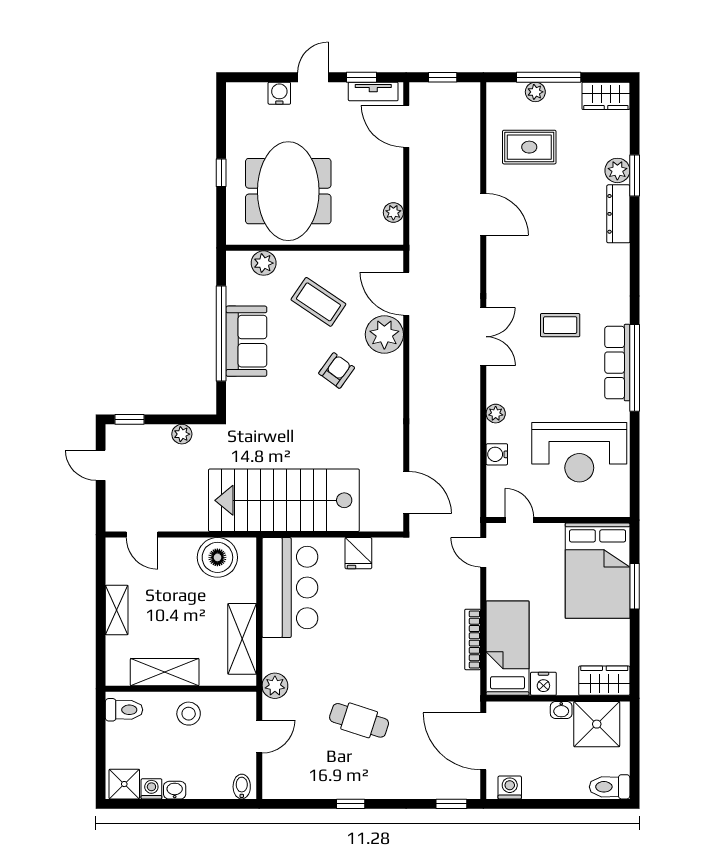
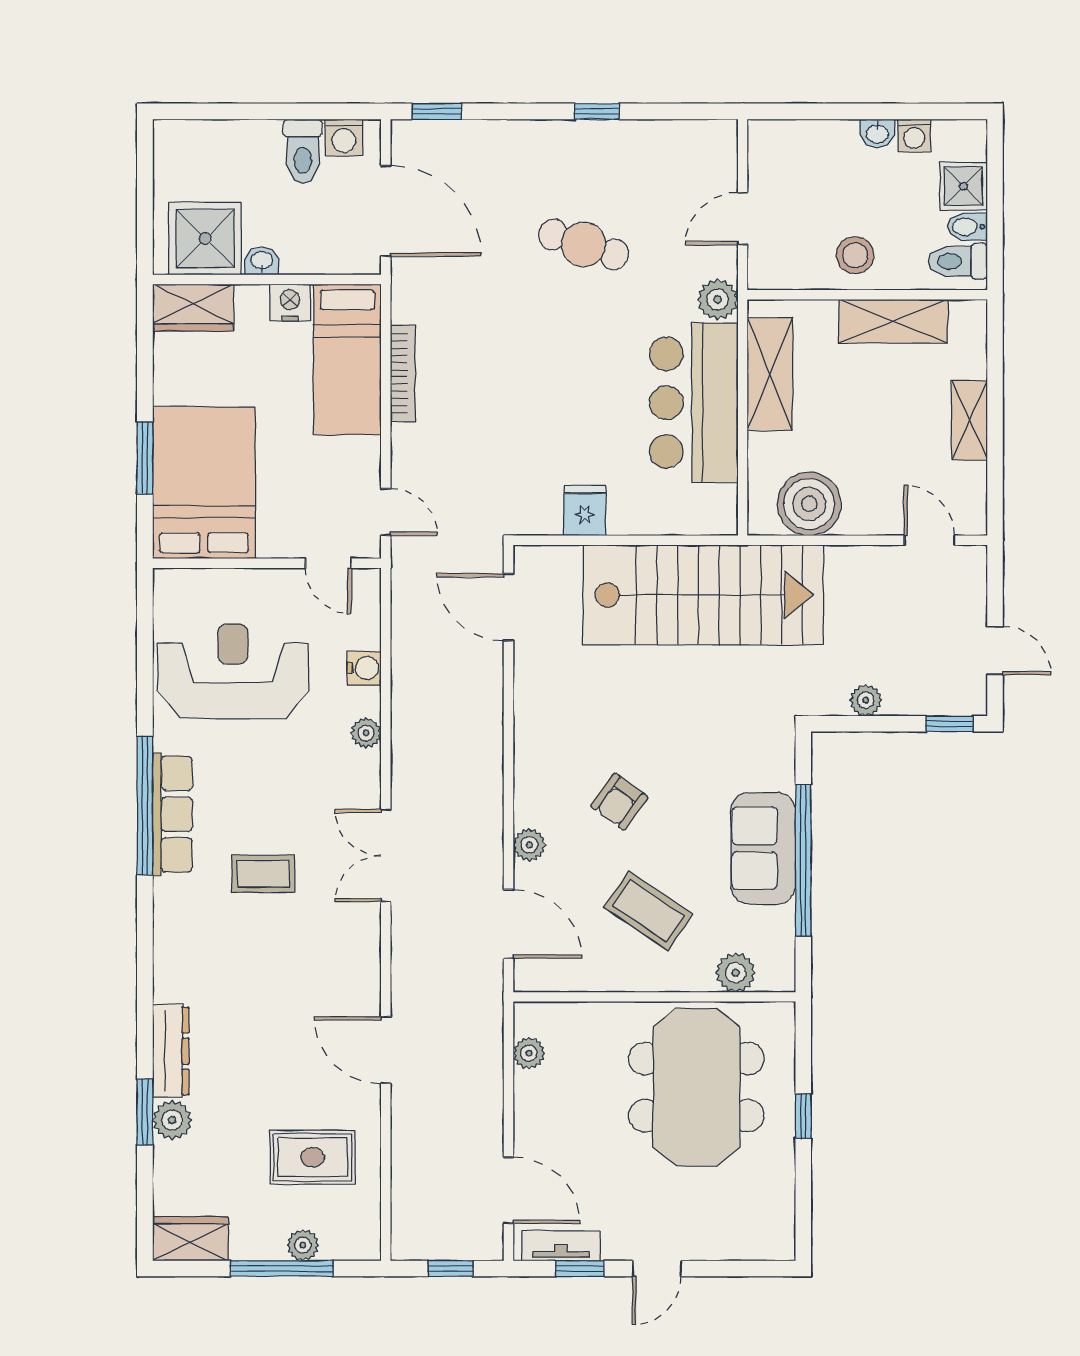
water cooler: (279, 93) -> (711, 1243), removed
plant: (384, 334) -> (529, 845), width x0.53, depth x0.53
bar counter: (290, 588) -> (694, 403), moved
shower: (124, 784) -> (963, 186), moved
bidet: (242, 787) -> (967, 227), moved, turned 90
toilet: (610, 787) -> (303, 151), moved, turned 90

